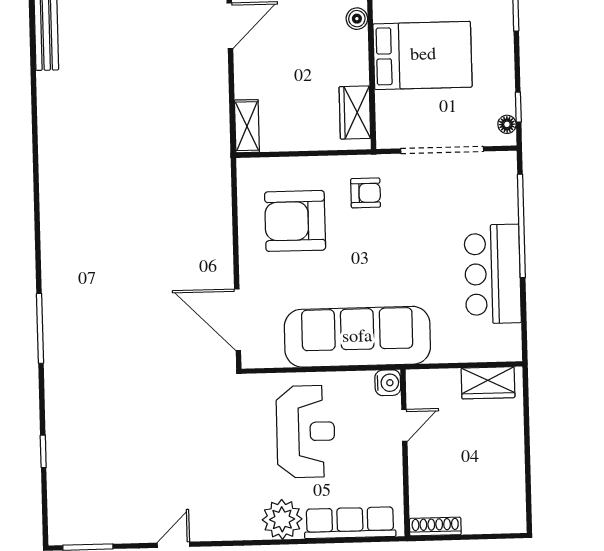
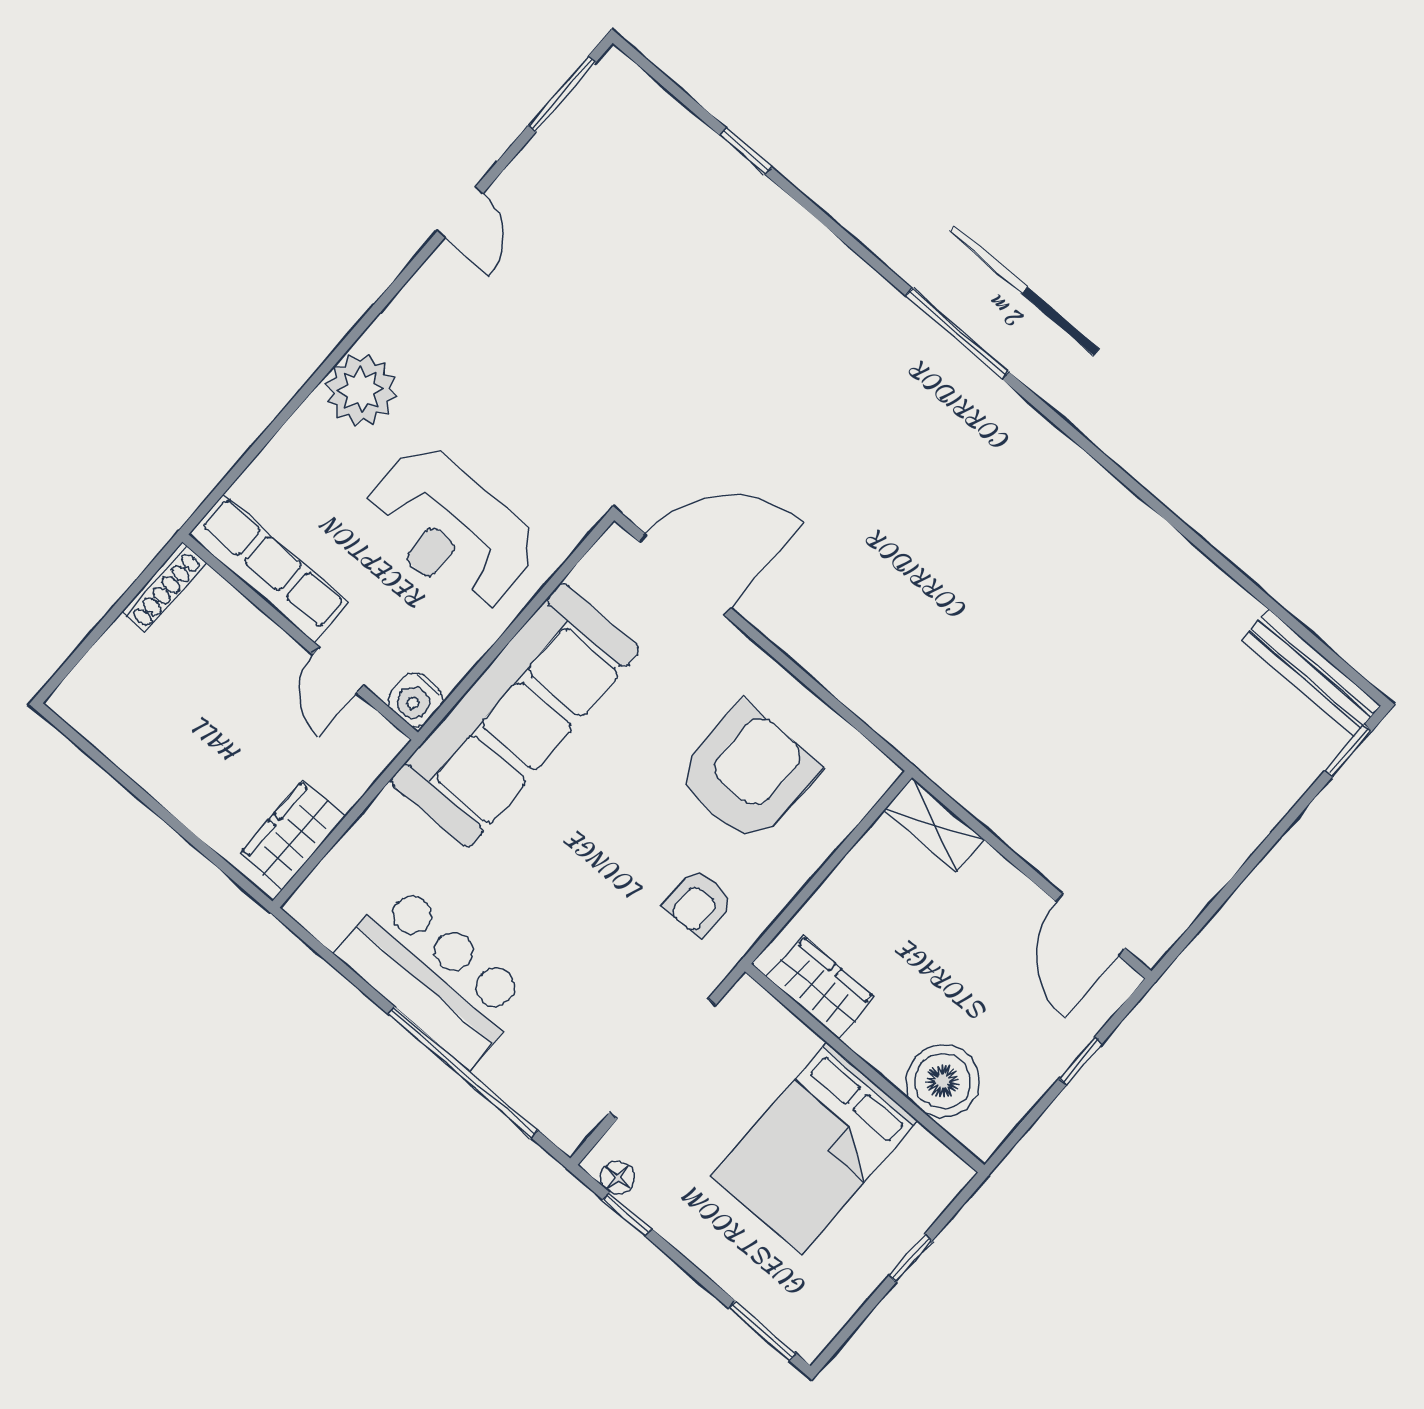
boiler: (357, 19) -> (943, 1081), width x1.86, depth x1.86
window: (40, 328) -> (957, 334), moved
row of seats: (350, 523) -> (269, 568), moved, turned -90

